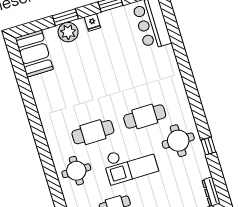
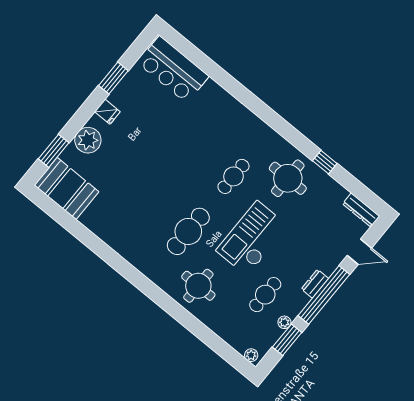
window: (65, 17) -> (54, 151), moved
cafe table: (145, 117) -> (233, 176), width x0.73, depth x0.74
checkout: (130, 163) -> (252, 238), turned 180

